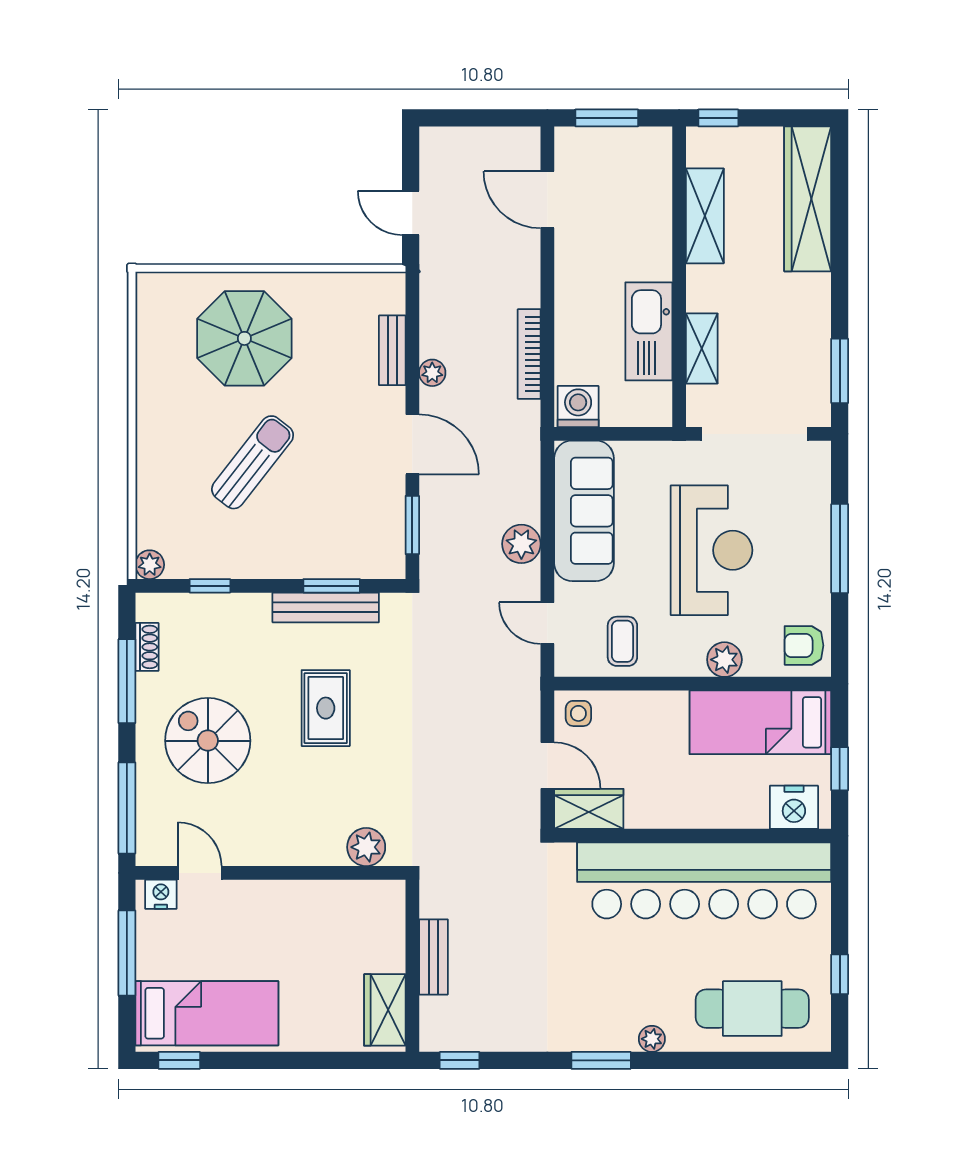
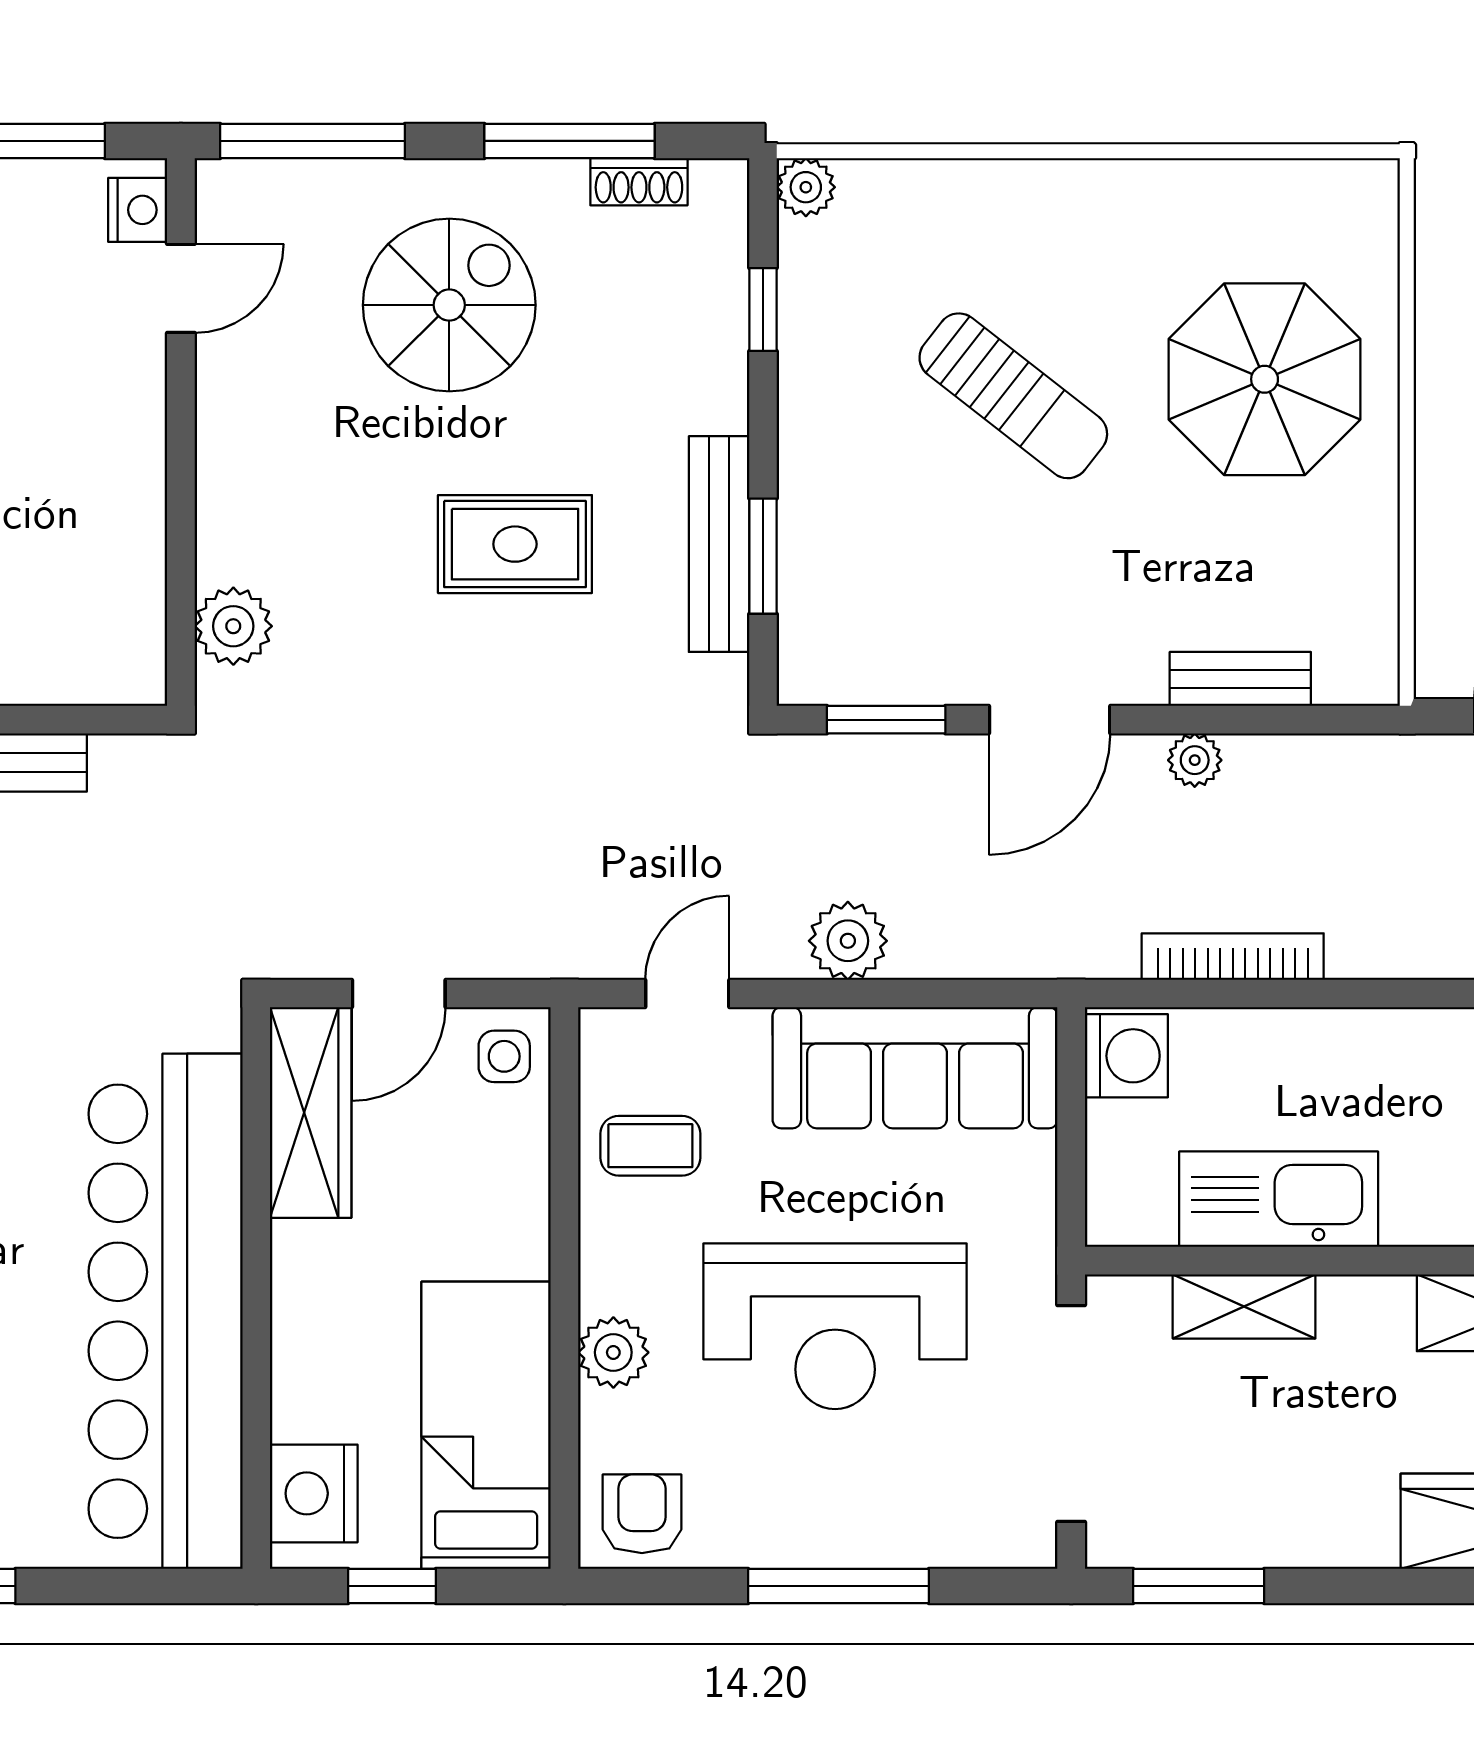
wardrobe: (589, 809) -> (311, 1113), width x1.50

